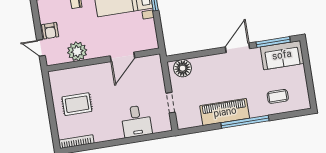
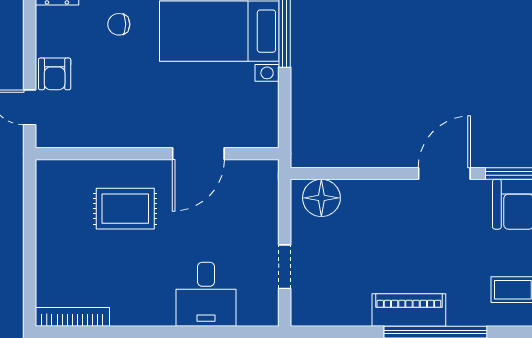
plant: (77, 51) -> (104, 127), removed
rug: (77, 104) -> (125, 209), moved
piano: (225, 112) -> (409, 310), width x0.73, depth x0.75

